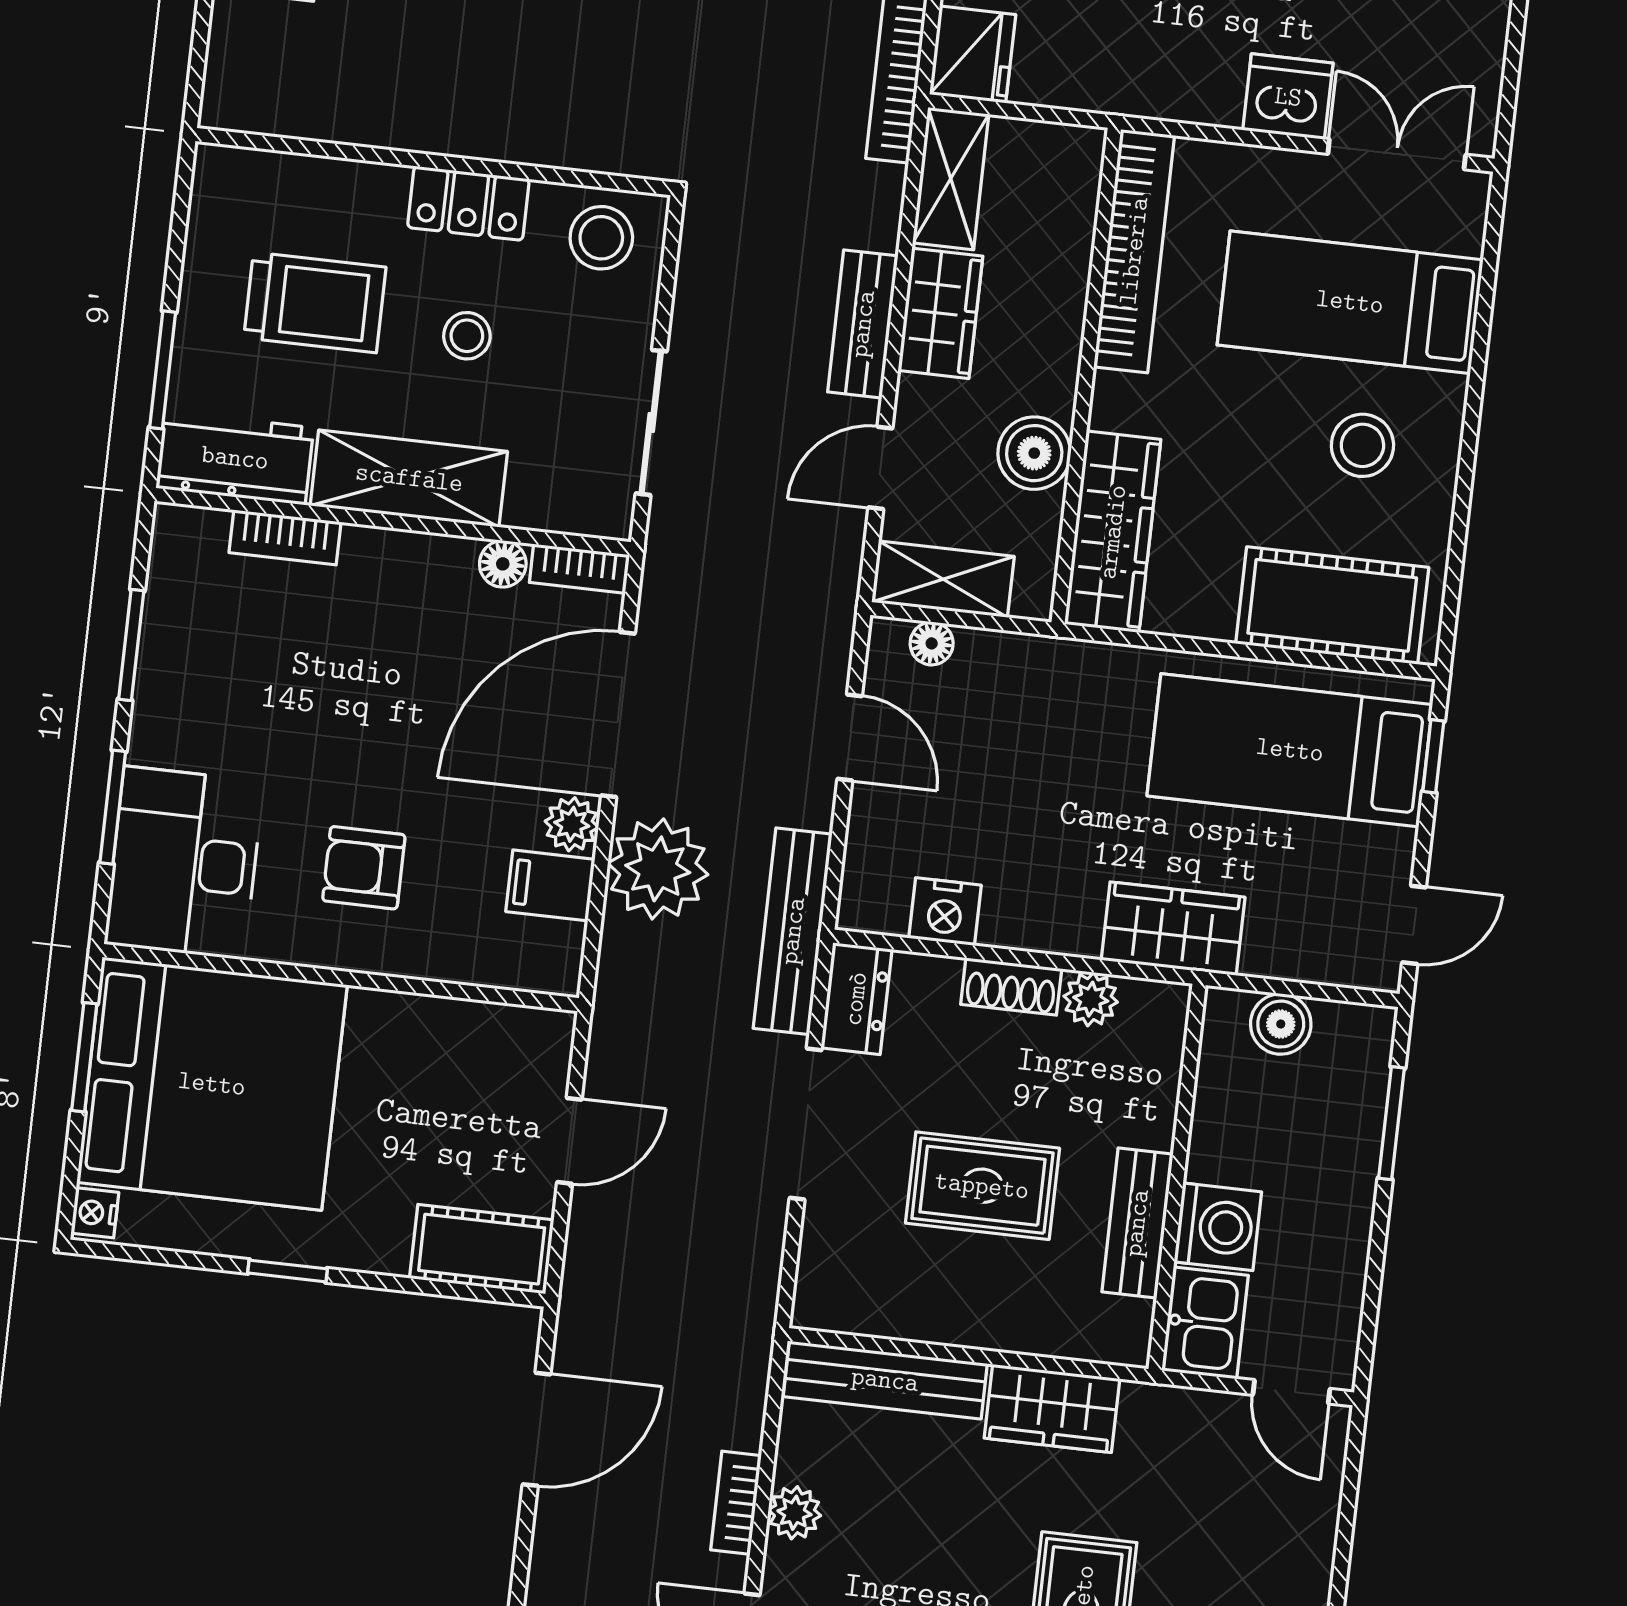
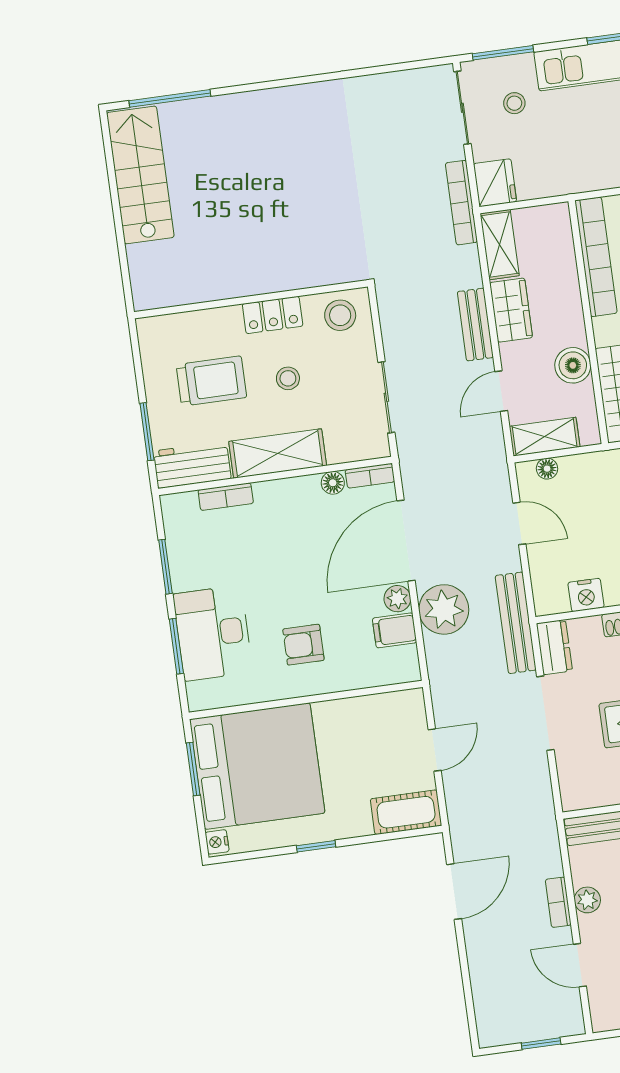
desk: (184, 863) -> (213, 633), moved

